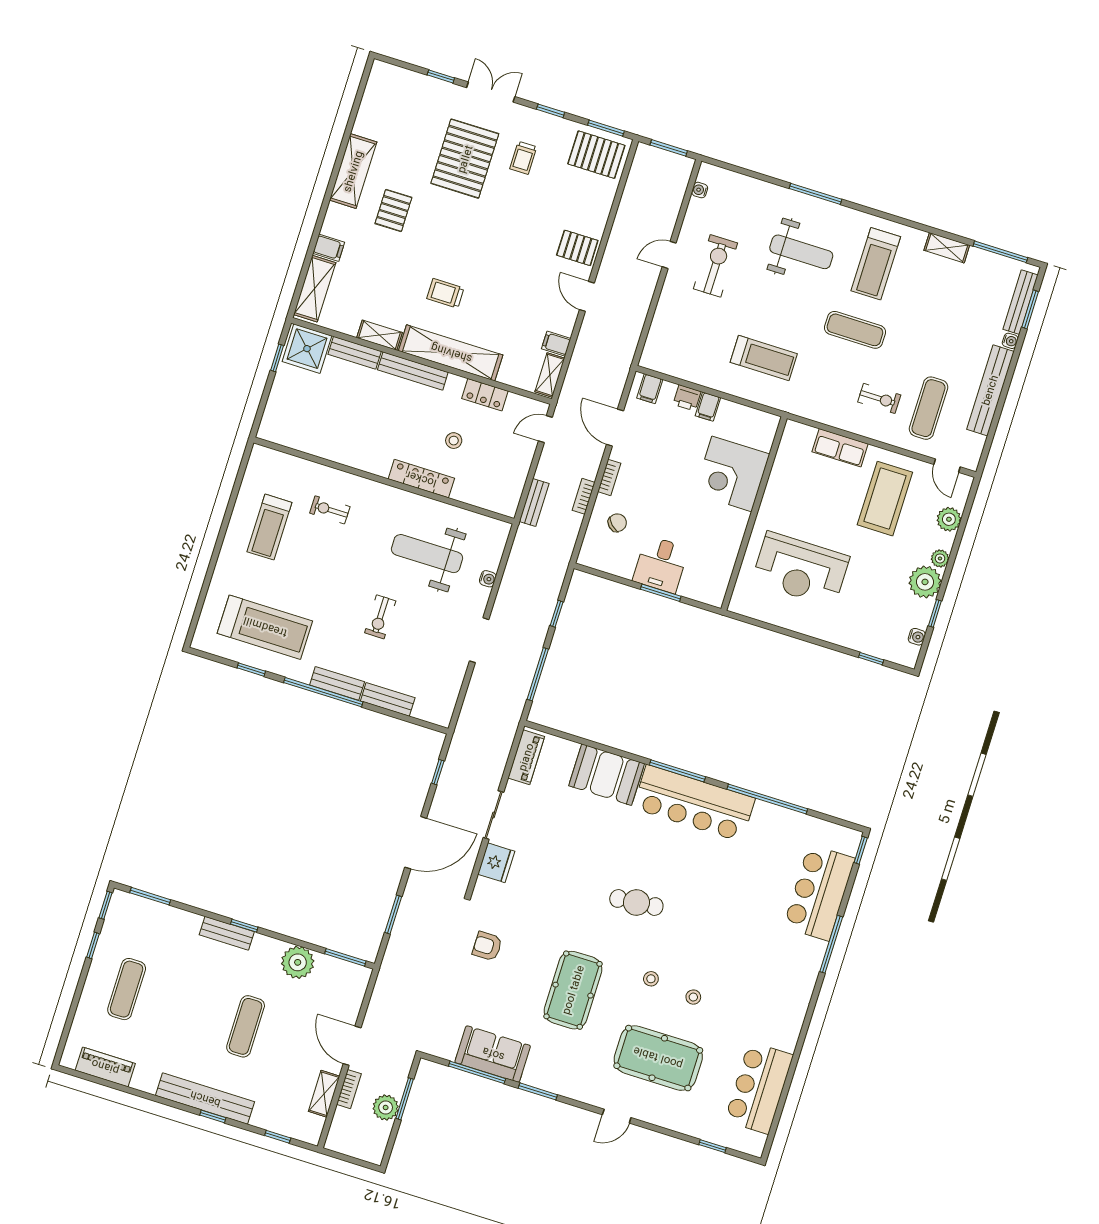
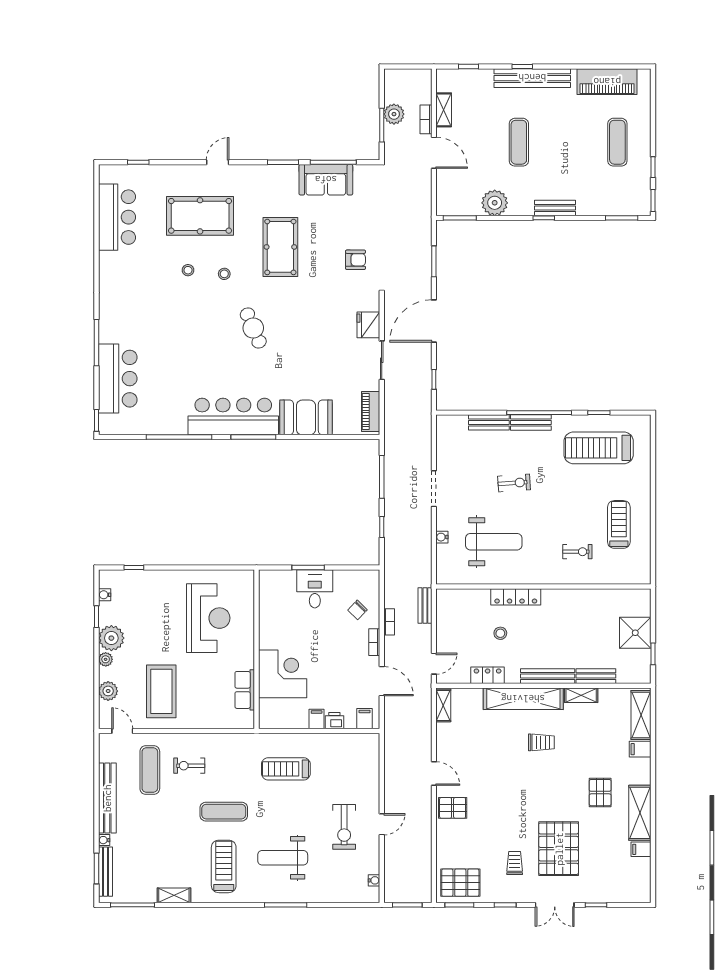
filing cabinet: (556, 344) -> (641, 849), moved, turned 180
shower: (307, 349) -> (635, 633), moved
row of seats: (840, 448) -> (245, 690), moved, turned -90
reception desk: (801, 569) -> (208, 618), turned 90
exercise bike: (380, 617) -> (514, 483), turned 86
cafe table: (636, 902) -> (253, 328), turned 72
piano: (105, 1067) -> (607, 82), width x1.37, depth x1.33

